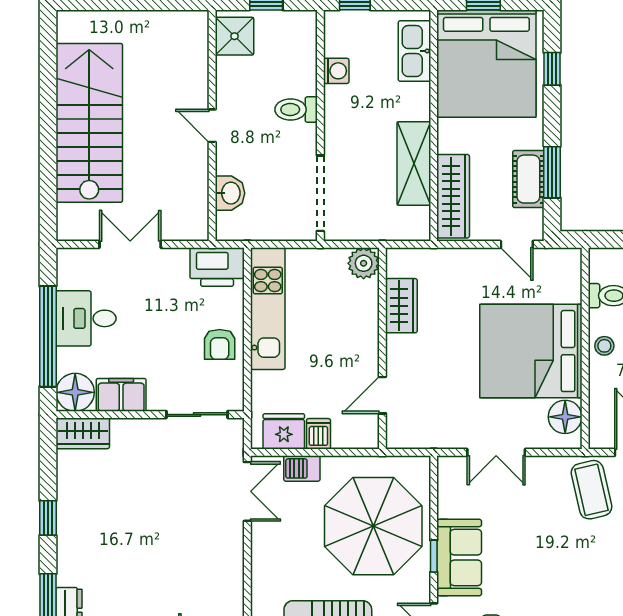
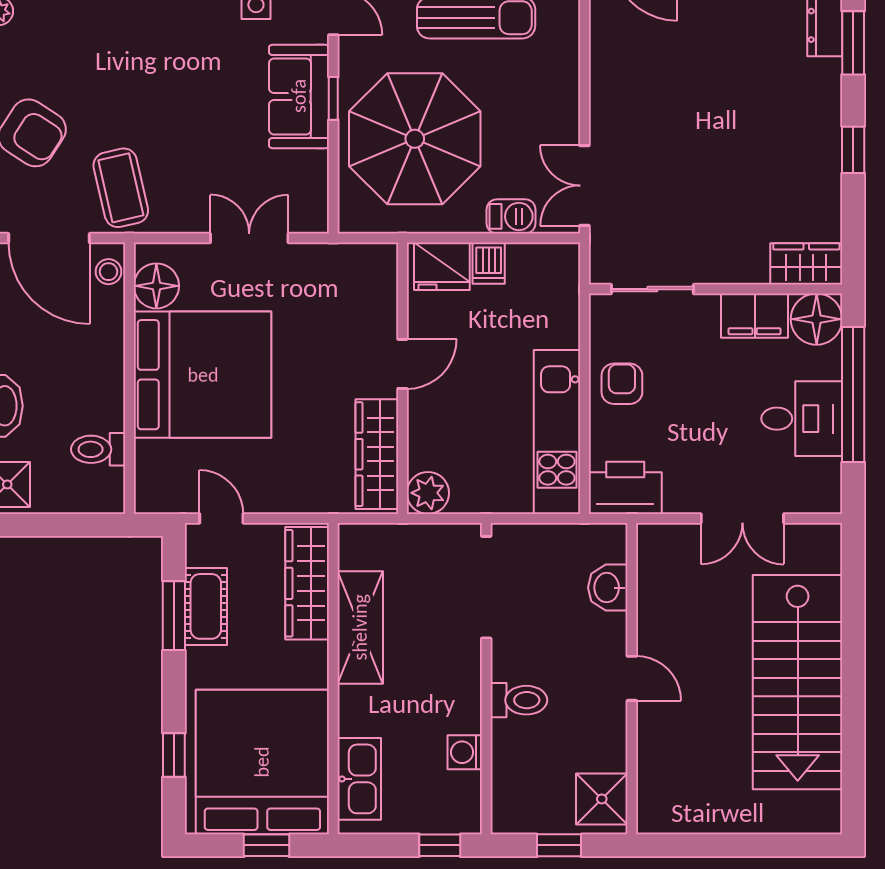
wardrobe: (401, 306) -> (377, 454), width x1.50
stool: (604, 346) -> (109, 272), moved
door: (382, 395) -> (402, 364), moved
fridge: (284, 431) -> (442, 266), moved

